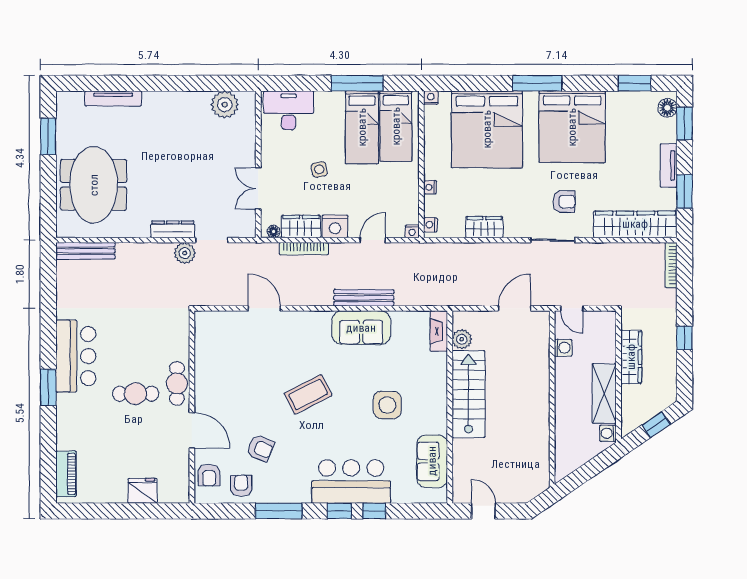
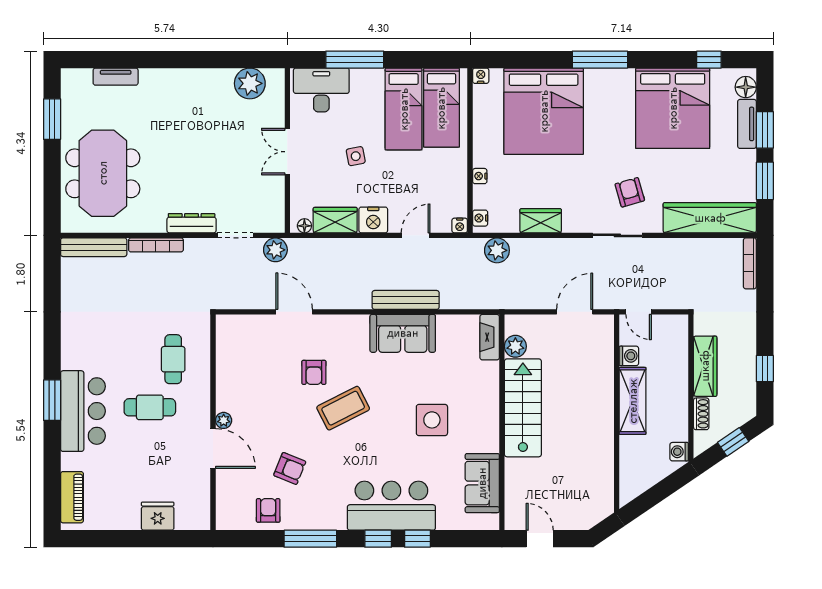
window: (357, 83) -> (355, 60), moved
window: (635, 83) -> (709, 60), width x0.67
tv unit: (113, 98) -> (116, 77), width x0.71
window: (684, 124) -> (765, 130), moved
bed: (572, 127) -> (673, 108), moved
tv unit: (669, 165) -> (747, 124), moved
double door: (258, 188) -> (287, 152), moved
armchair: (564, 202) -> (630, 192), turned -106
bookcase: (304, 249) -> (156, 245), moved
plant: (185, 253) -> (275, 250), moved
plant: (445, 254) -> (497, 250), added
window: (684, 338) -> (765, 369), moved
bar counter: (76, 356) -> (83, 411), moved
cafe table: (177, 383) -> (173, 359), moved
shelving: (604, 394) -> (633, 401), moved
shoe rack: (628, 399) -> (701, 414), added
plant: (201, 405) -> (224, 420), added
armchair: (209, 475) -> (314, 372), moved

